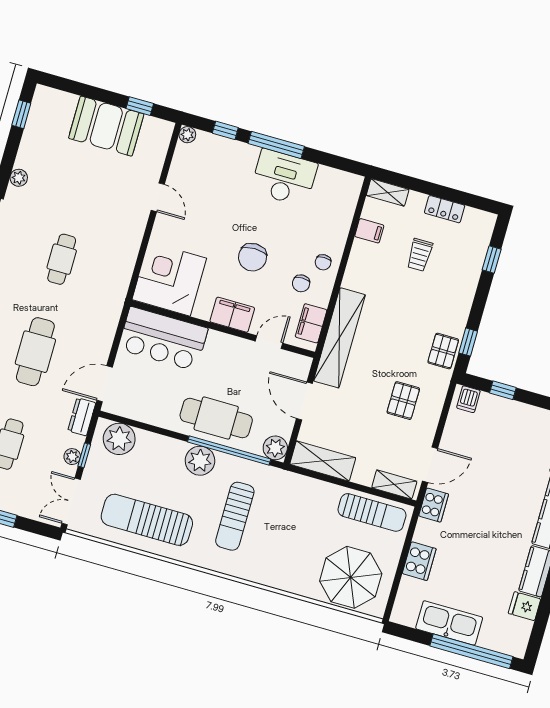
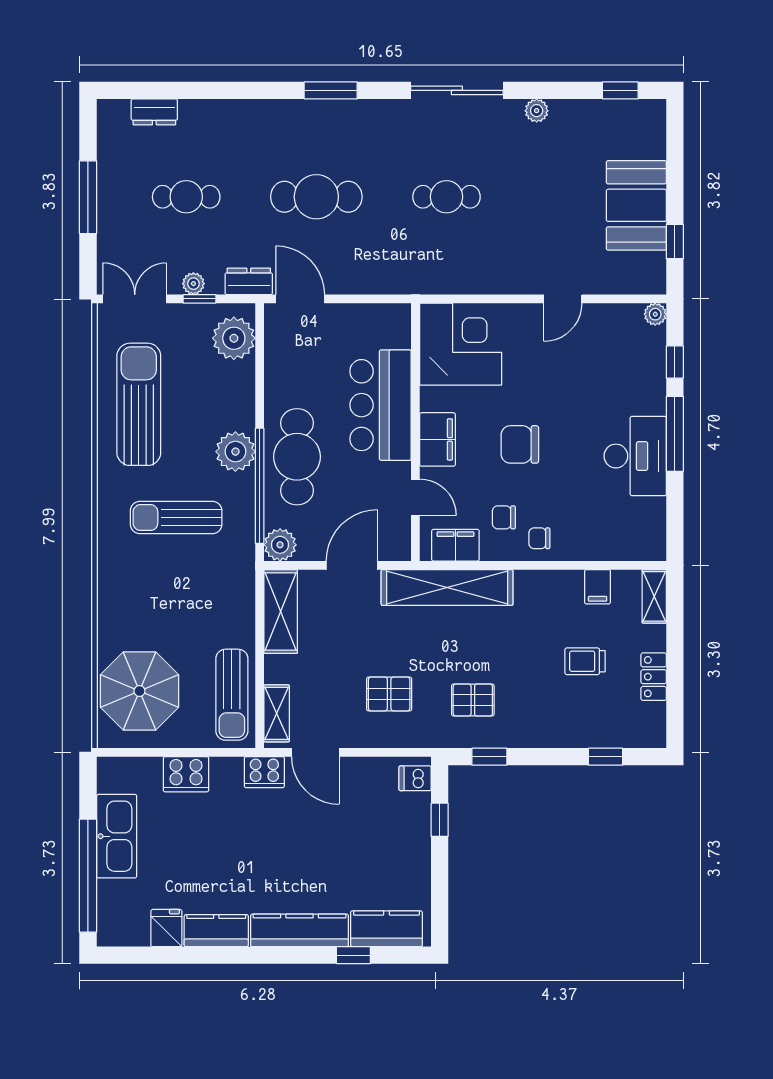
bar counter: (163, 339) -> (381, 405), moved
pallet: (443, 351) -> (473, 700), moved

